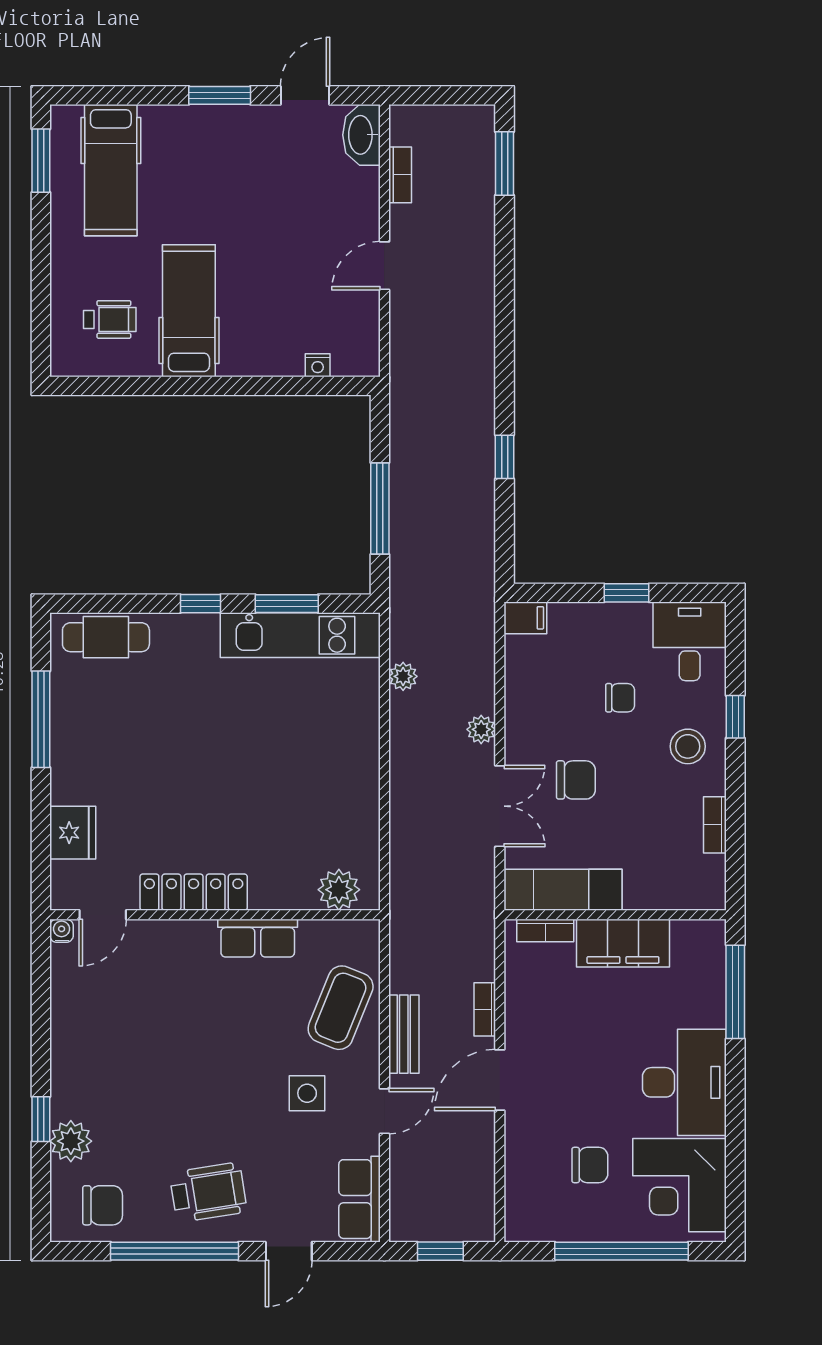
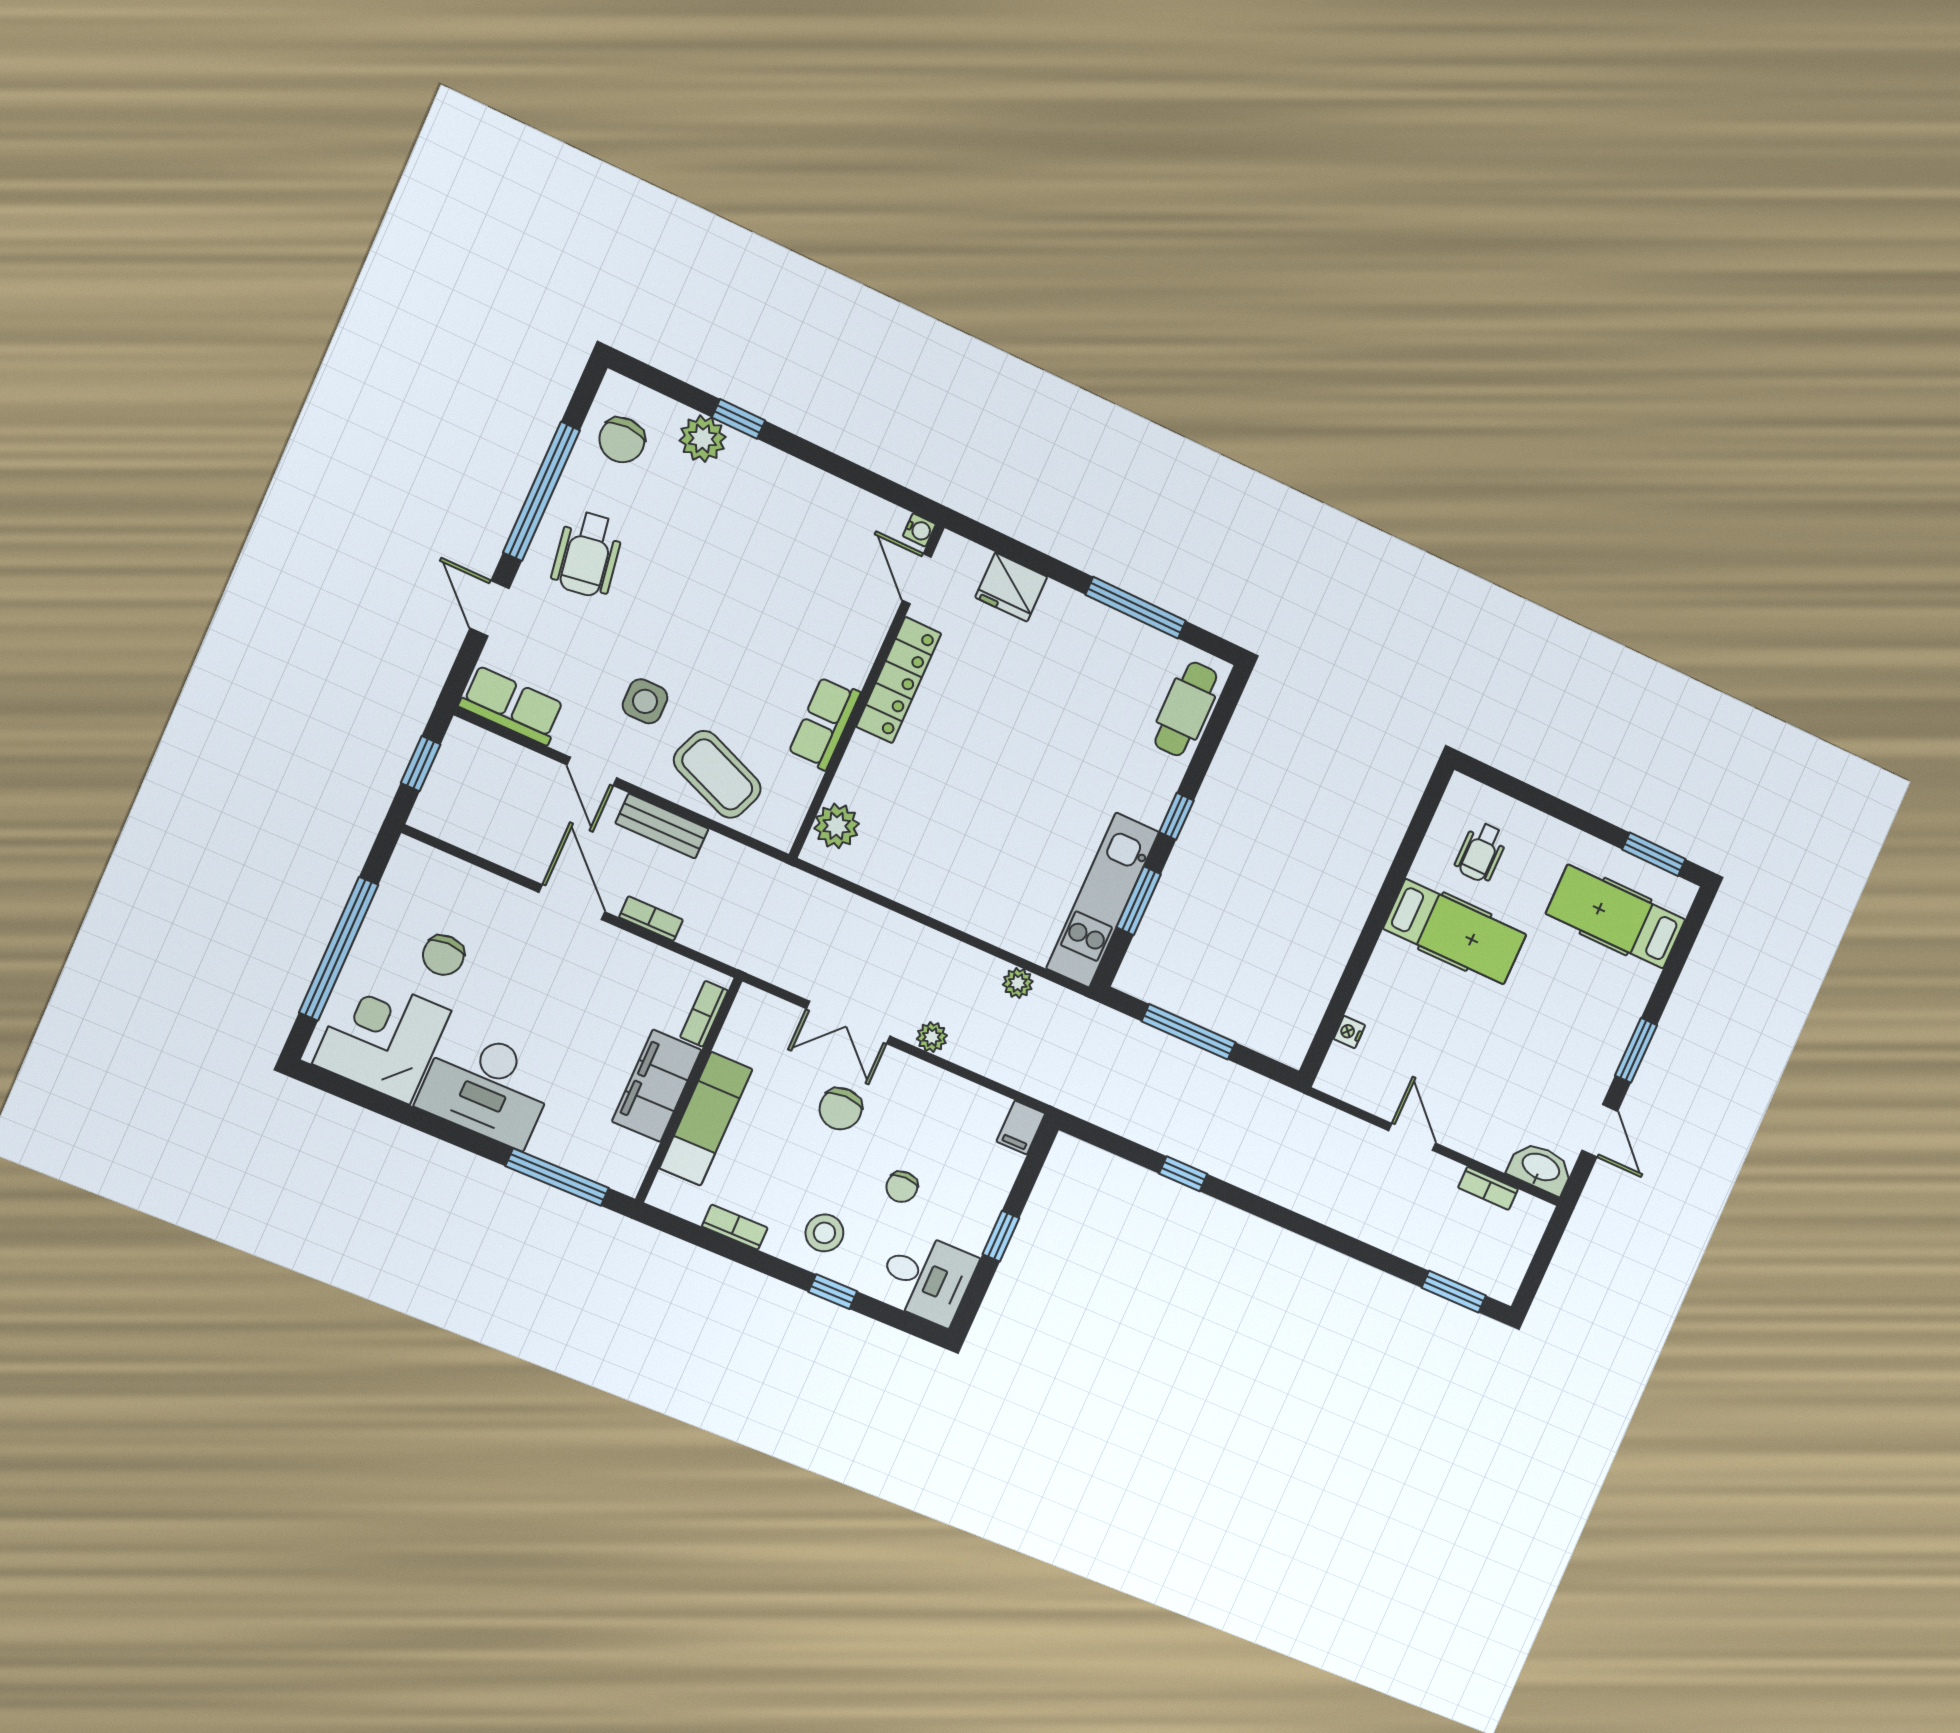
exam couch: (563, 890) -> (706, 1119), moved

